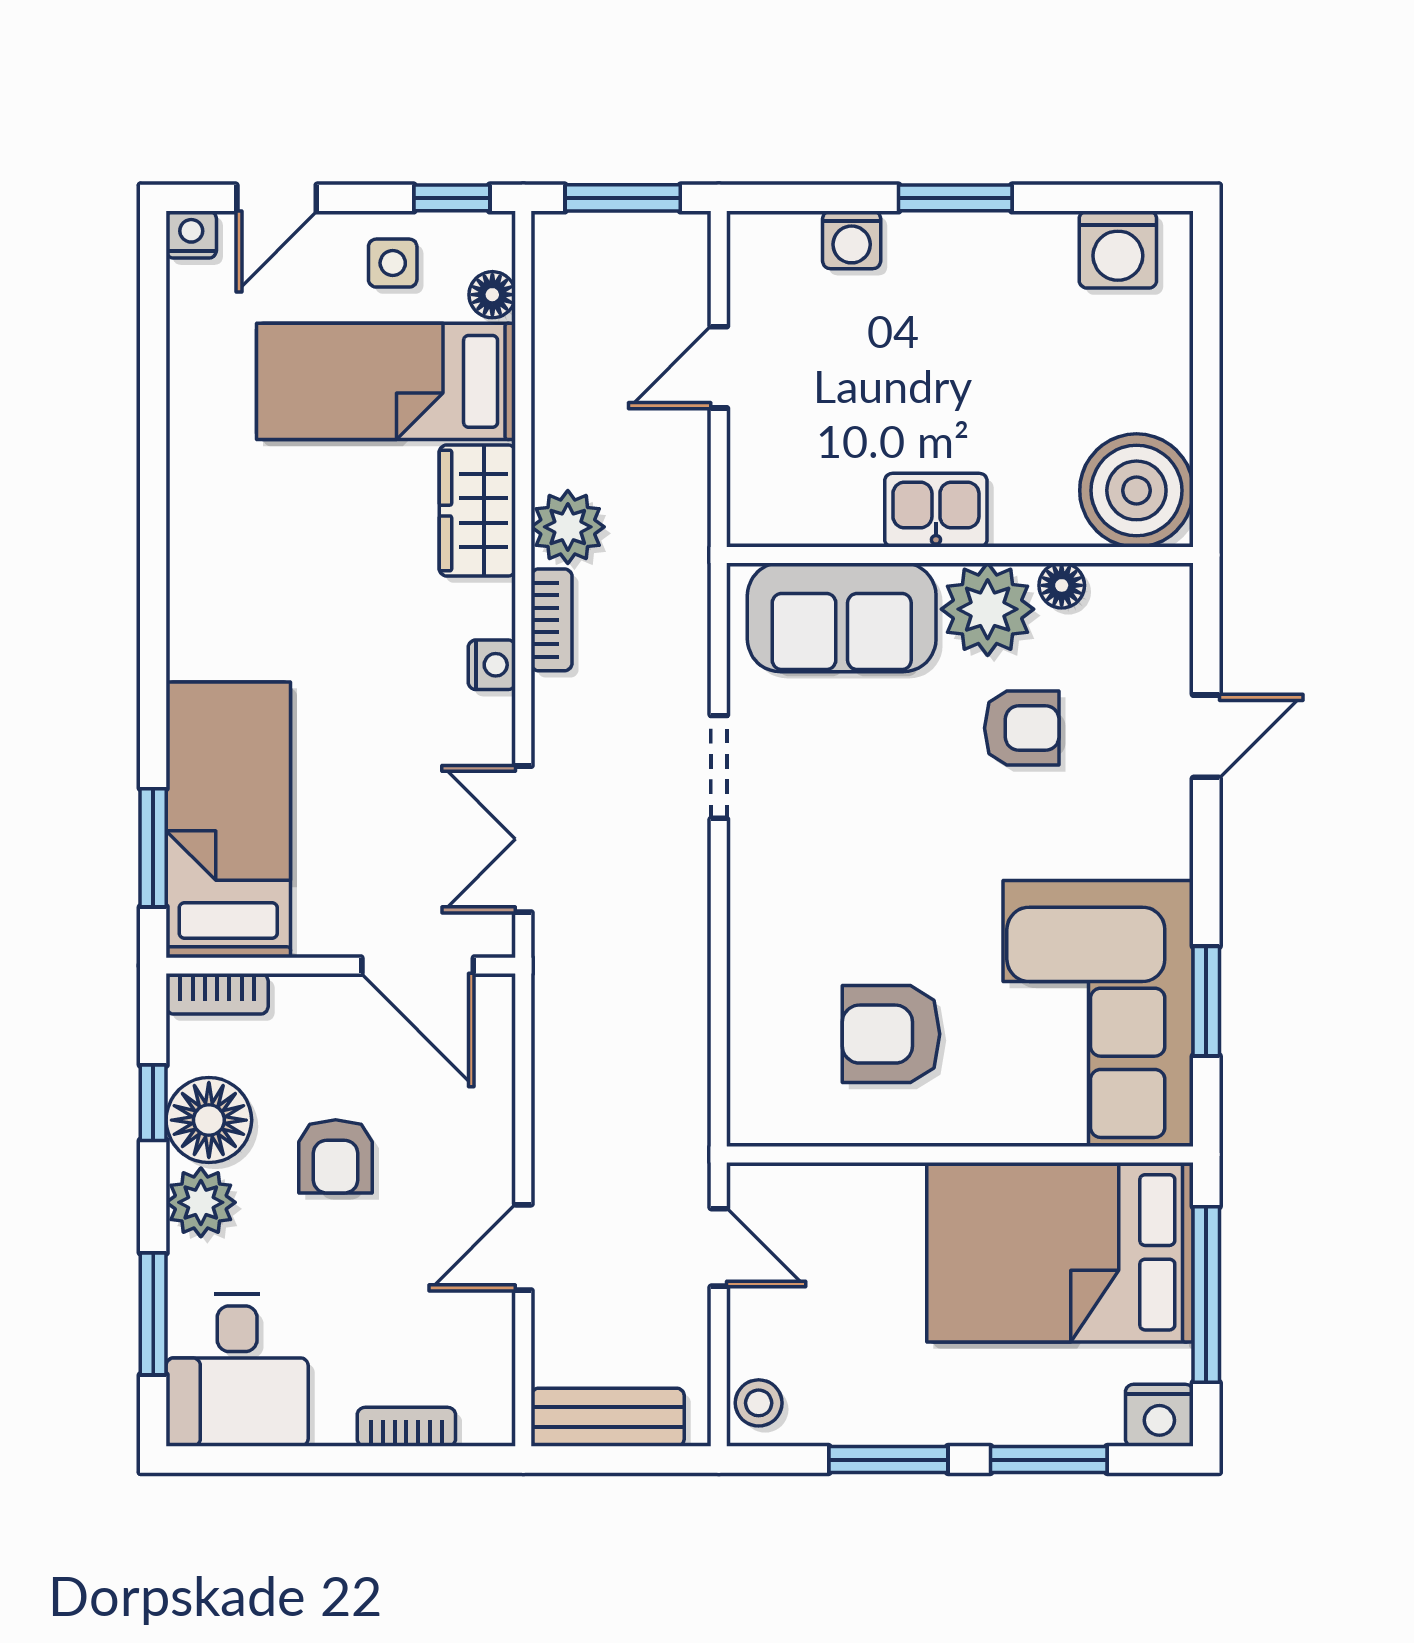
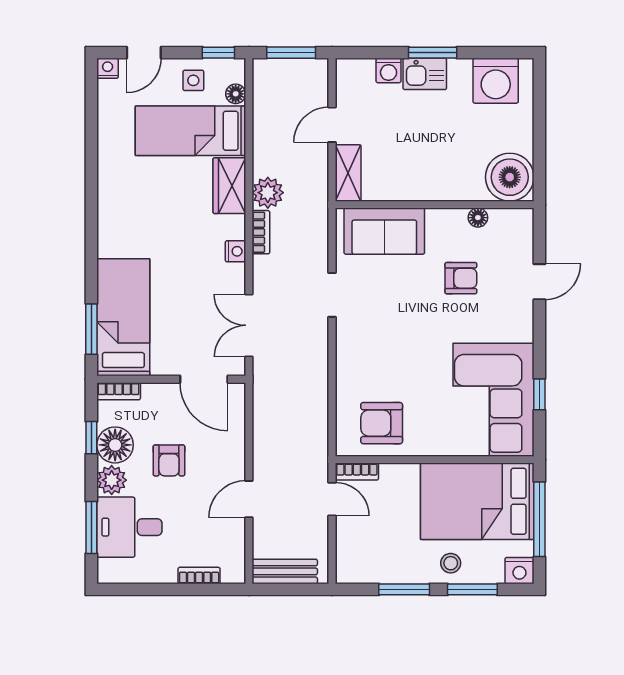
washing machine: (1118, 250) -> (496, 81), width x1.37, depth x1.37
shelving: (757, 481) -> (348, 173), added
kitchen sink: (936, 510) -> (425, 74), moved, turned 180
plant: (988, 609) -> (446, 228), removed
window: (1206, 1001) -> (539, 394), width x0.67
armchair: (891, 1034) -> (382, 423), moved
bookcase: (777, 1183) -> (357, 472), added
desk: (237, 1370) -> (129, 527), moved, turned 90
stool: (759, 1403) -> (451, 563), moved

